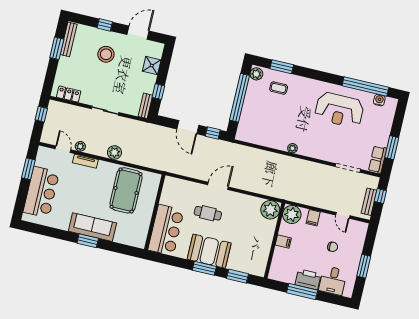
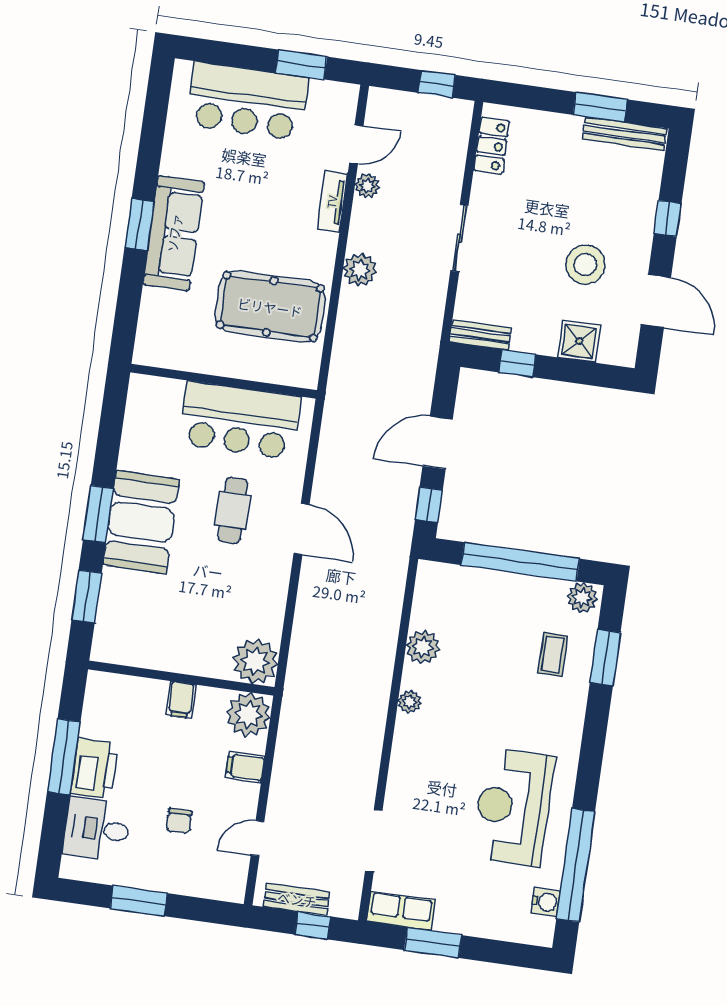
stool: (106, 54) -> (585, 265), moved
plant: (271, 141) -> (423, 647), added
bar counter: (166, 230) -> (240, 420), moved

